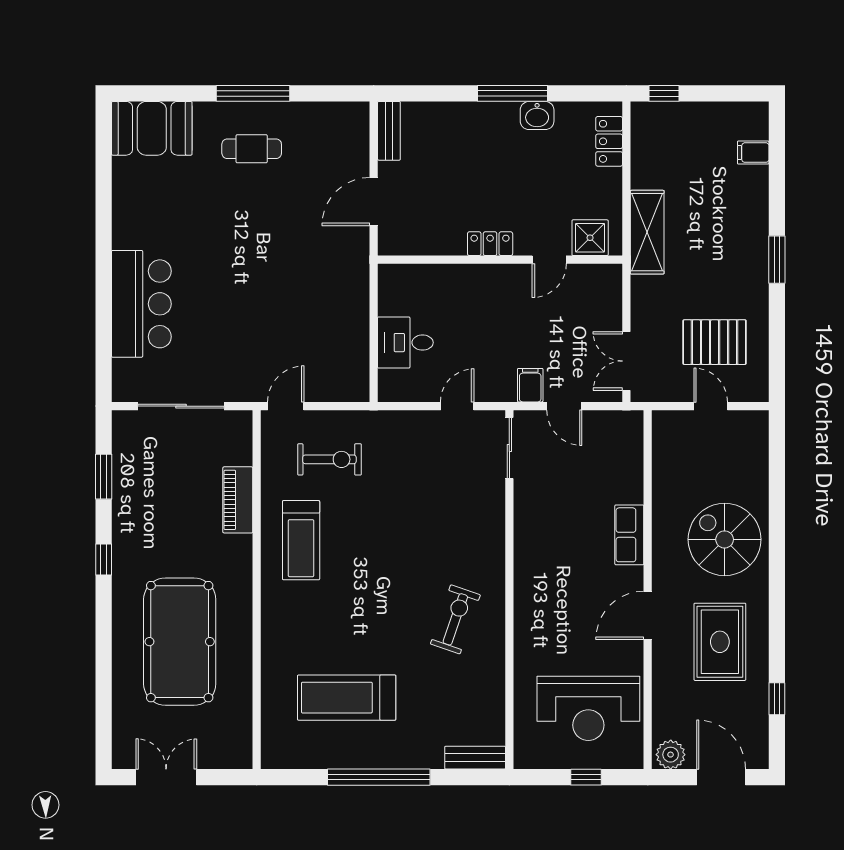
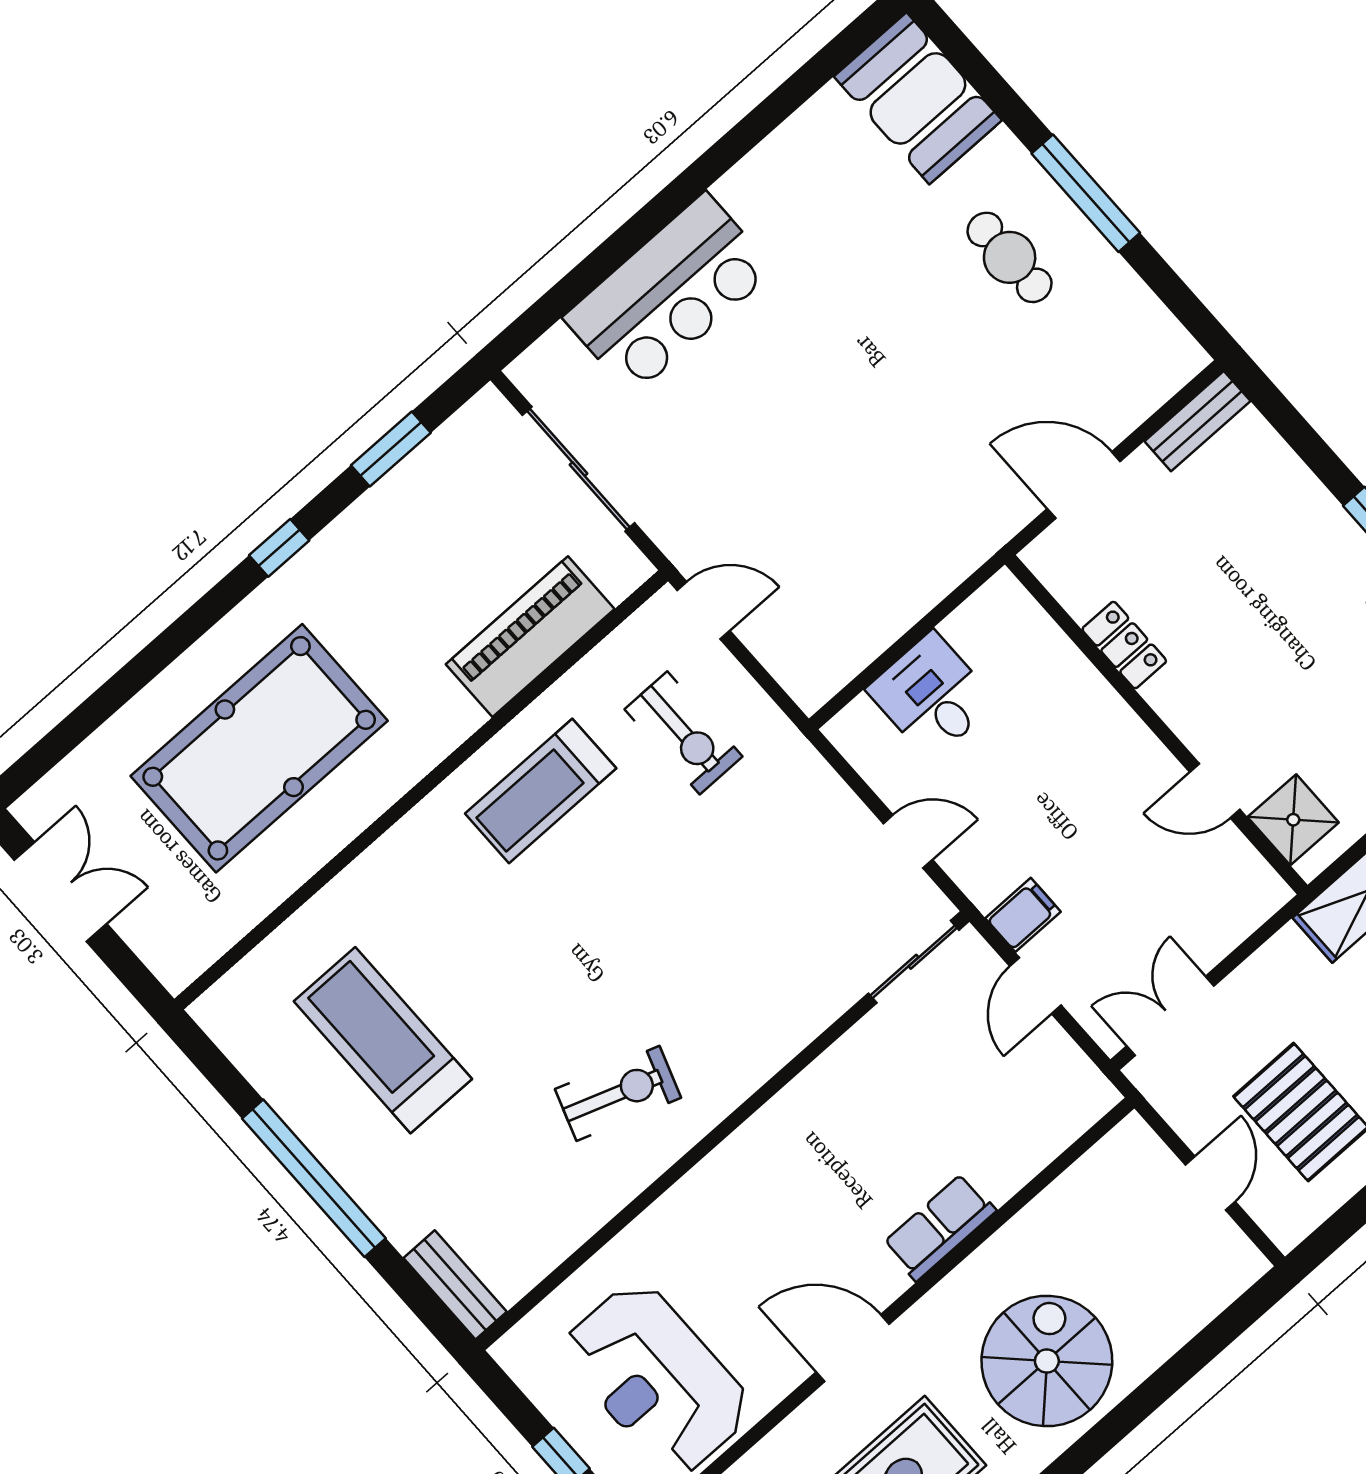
locker: (490, 244) -> (1124, 645), moved
piano: (238, 500) -> (530, 637), width x1.37, depth x1.33

